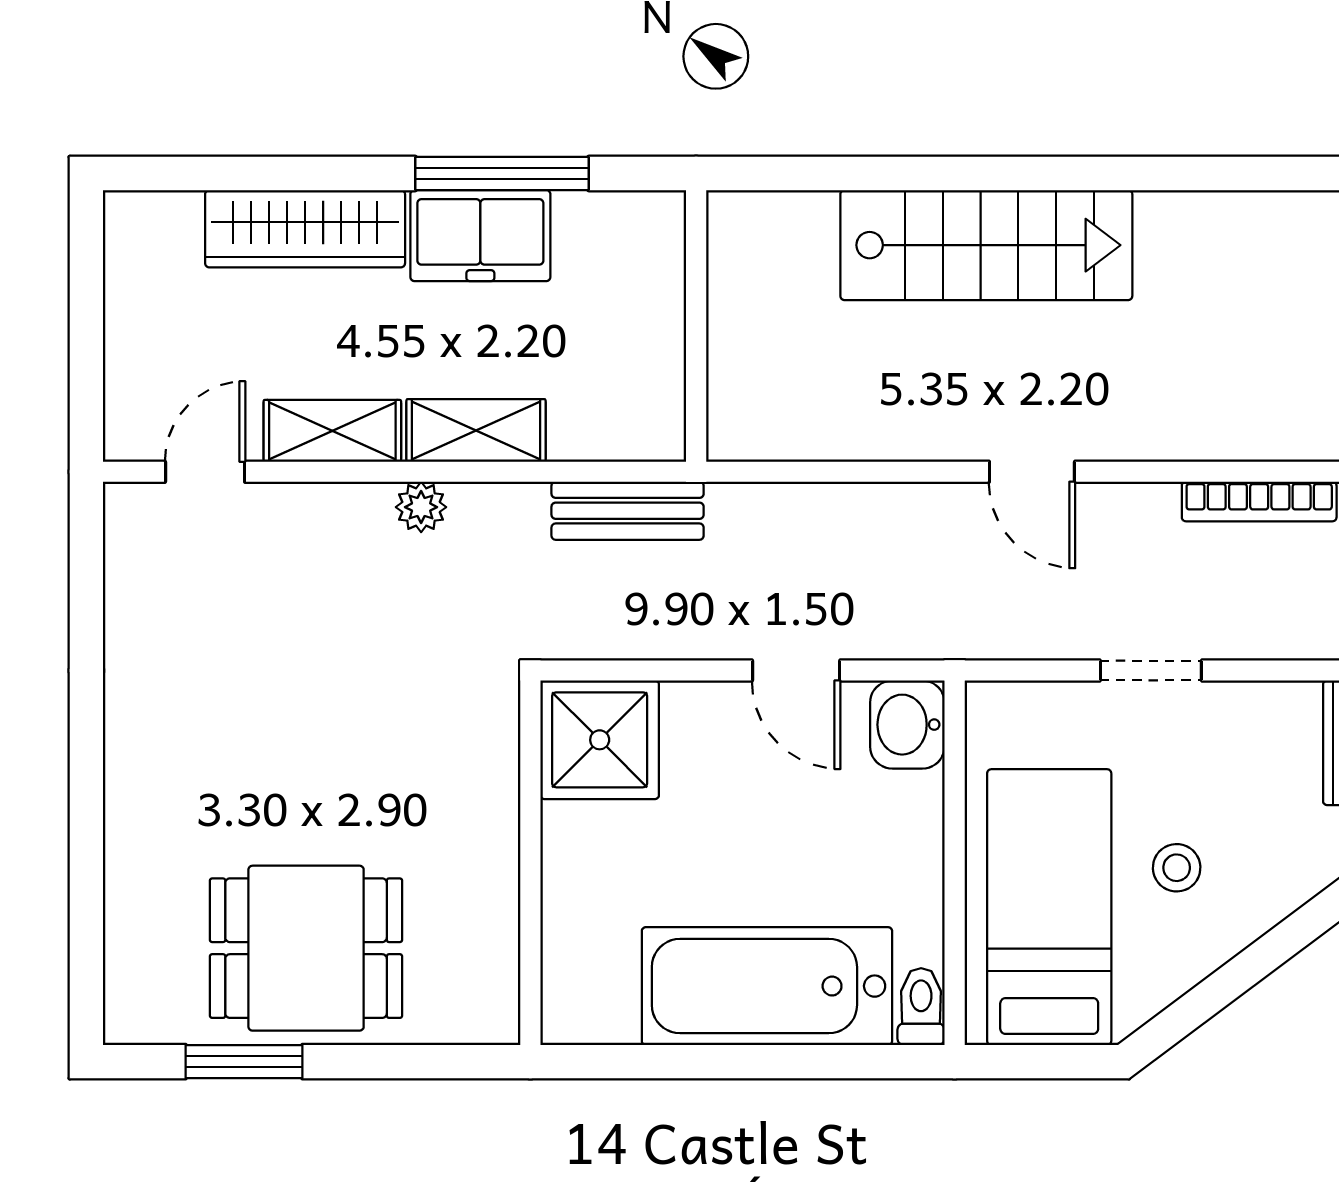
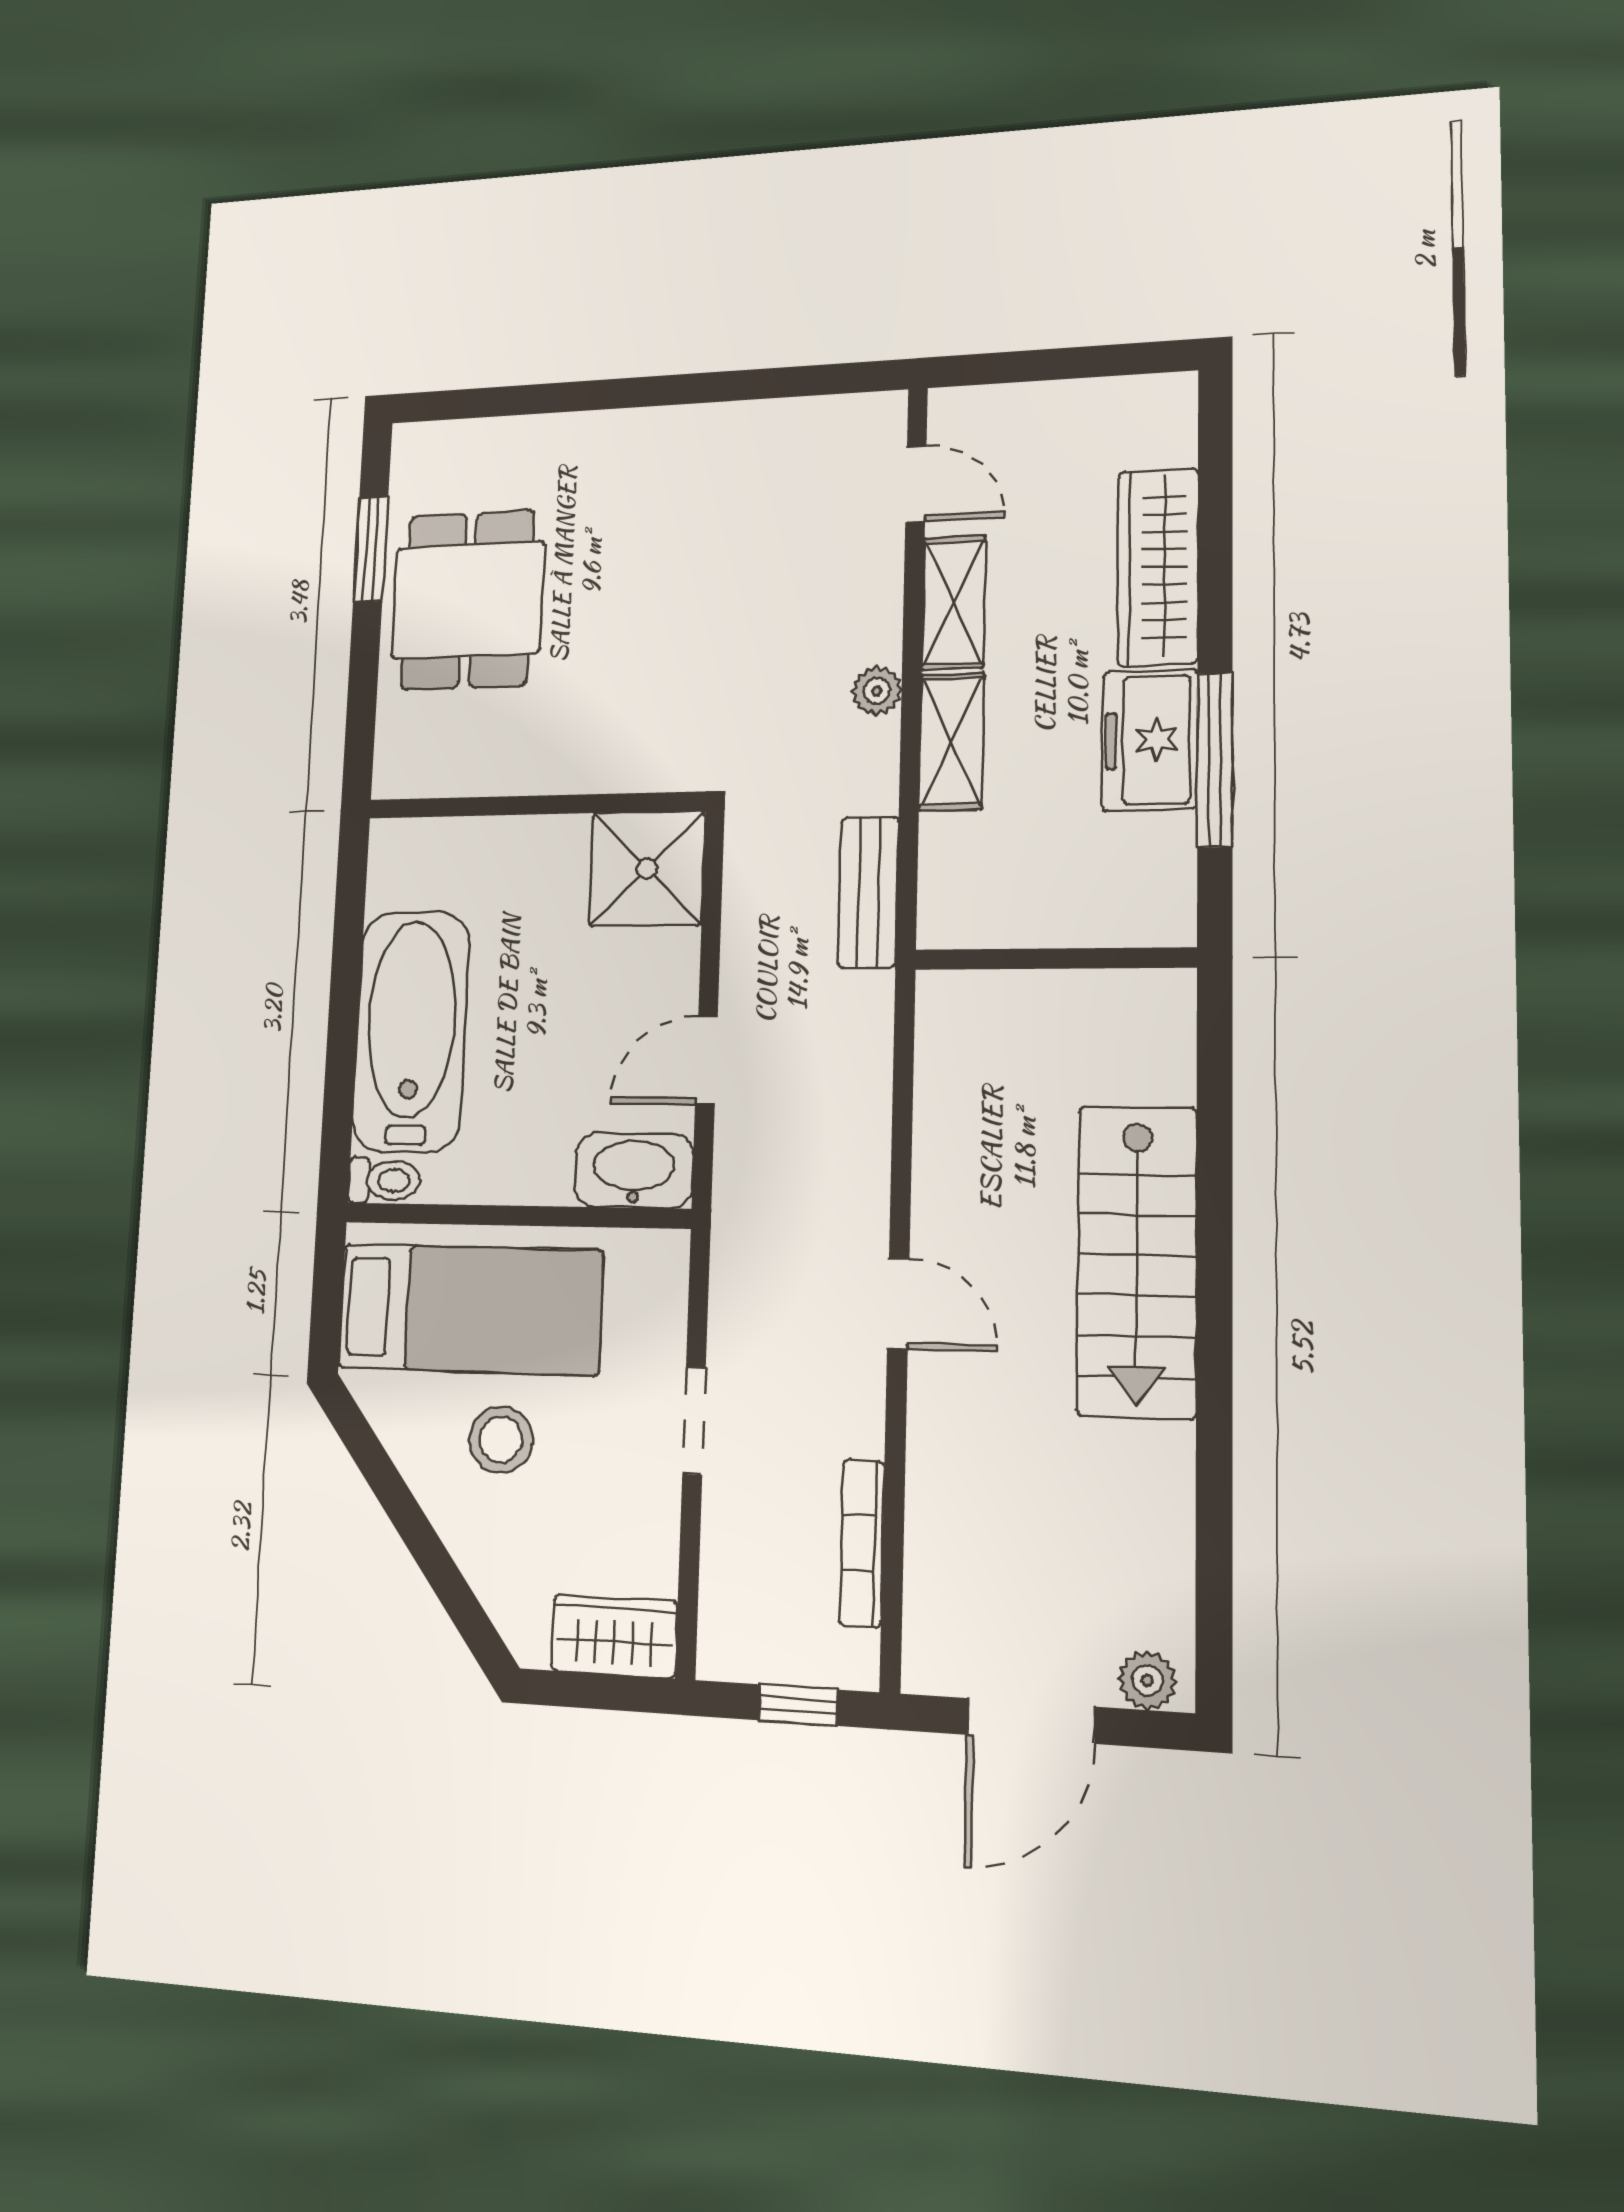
door: (1032, 472) -> (898, 1303), swing flipped
washbasin: (907, 725) -> (634, 1170), width x1.38
stool: (1177, 868) -> (501, 1440), width x1.37, depth x1.37

